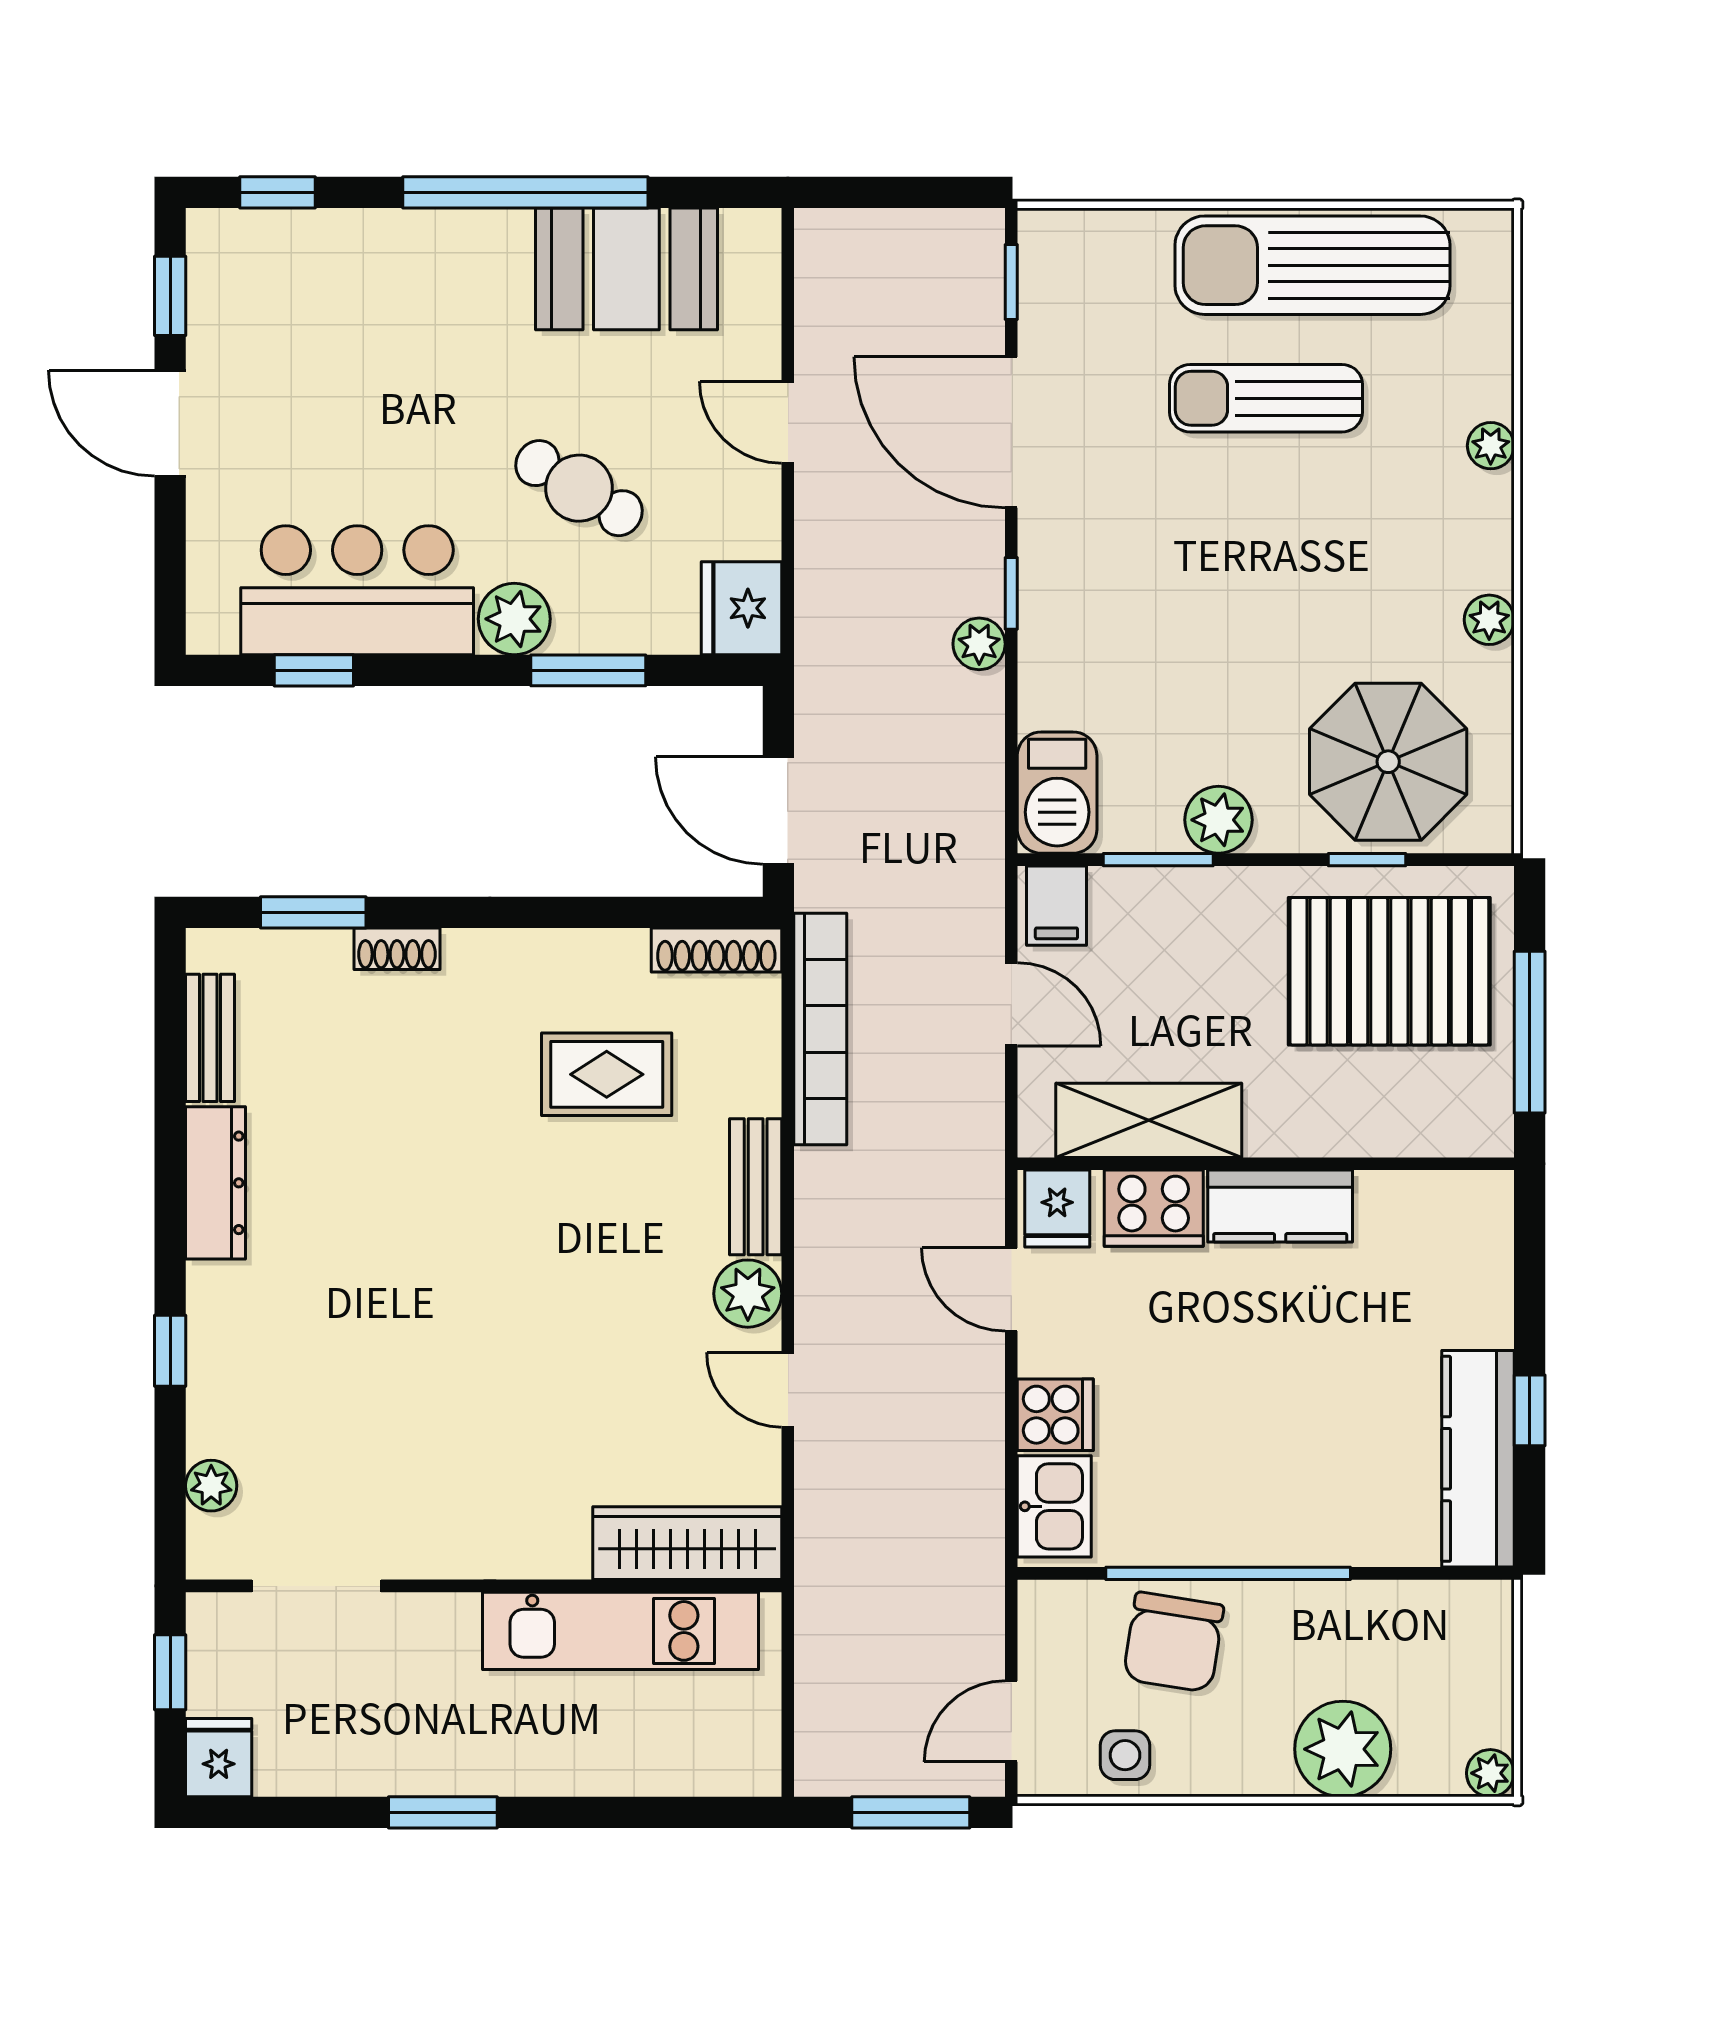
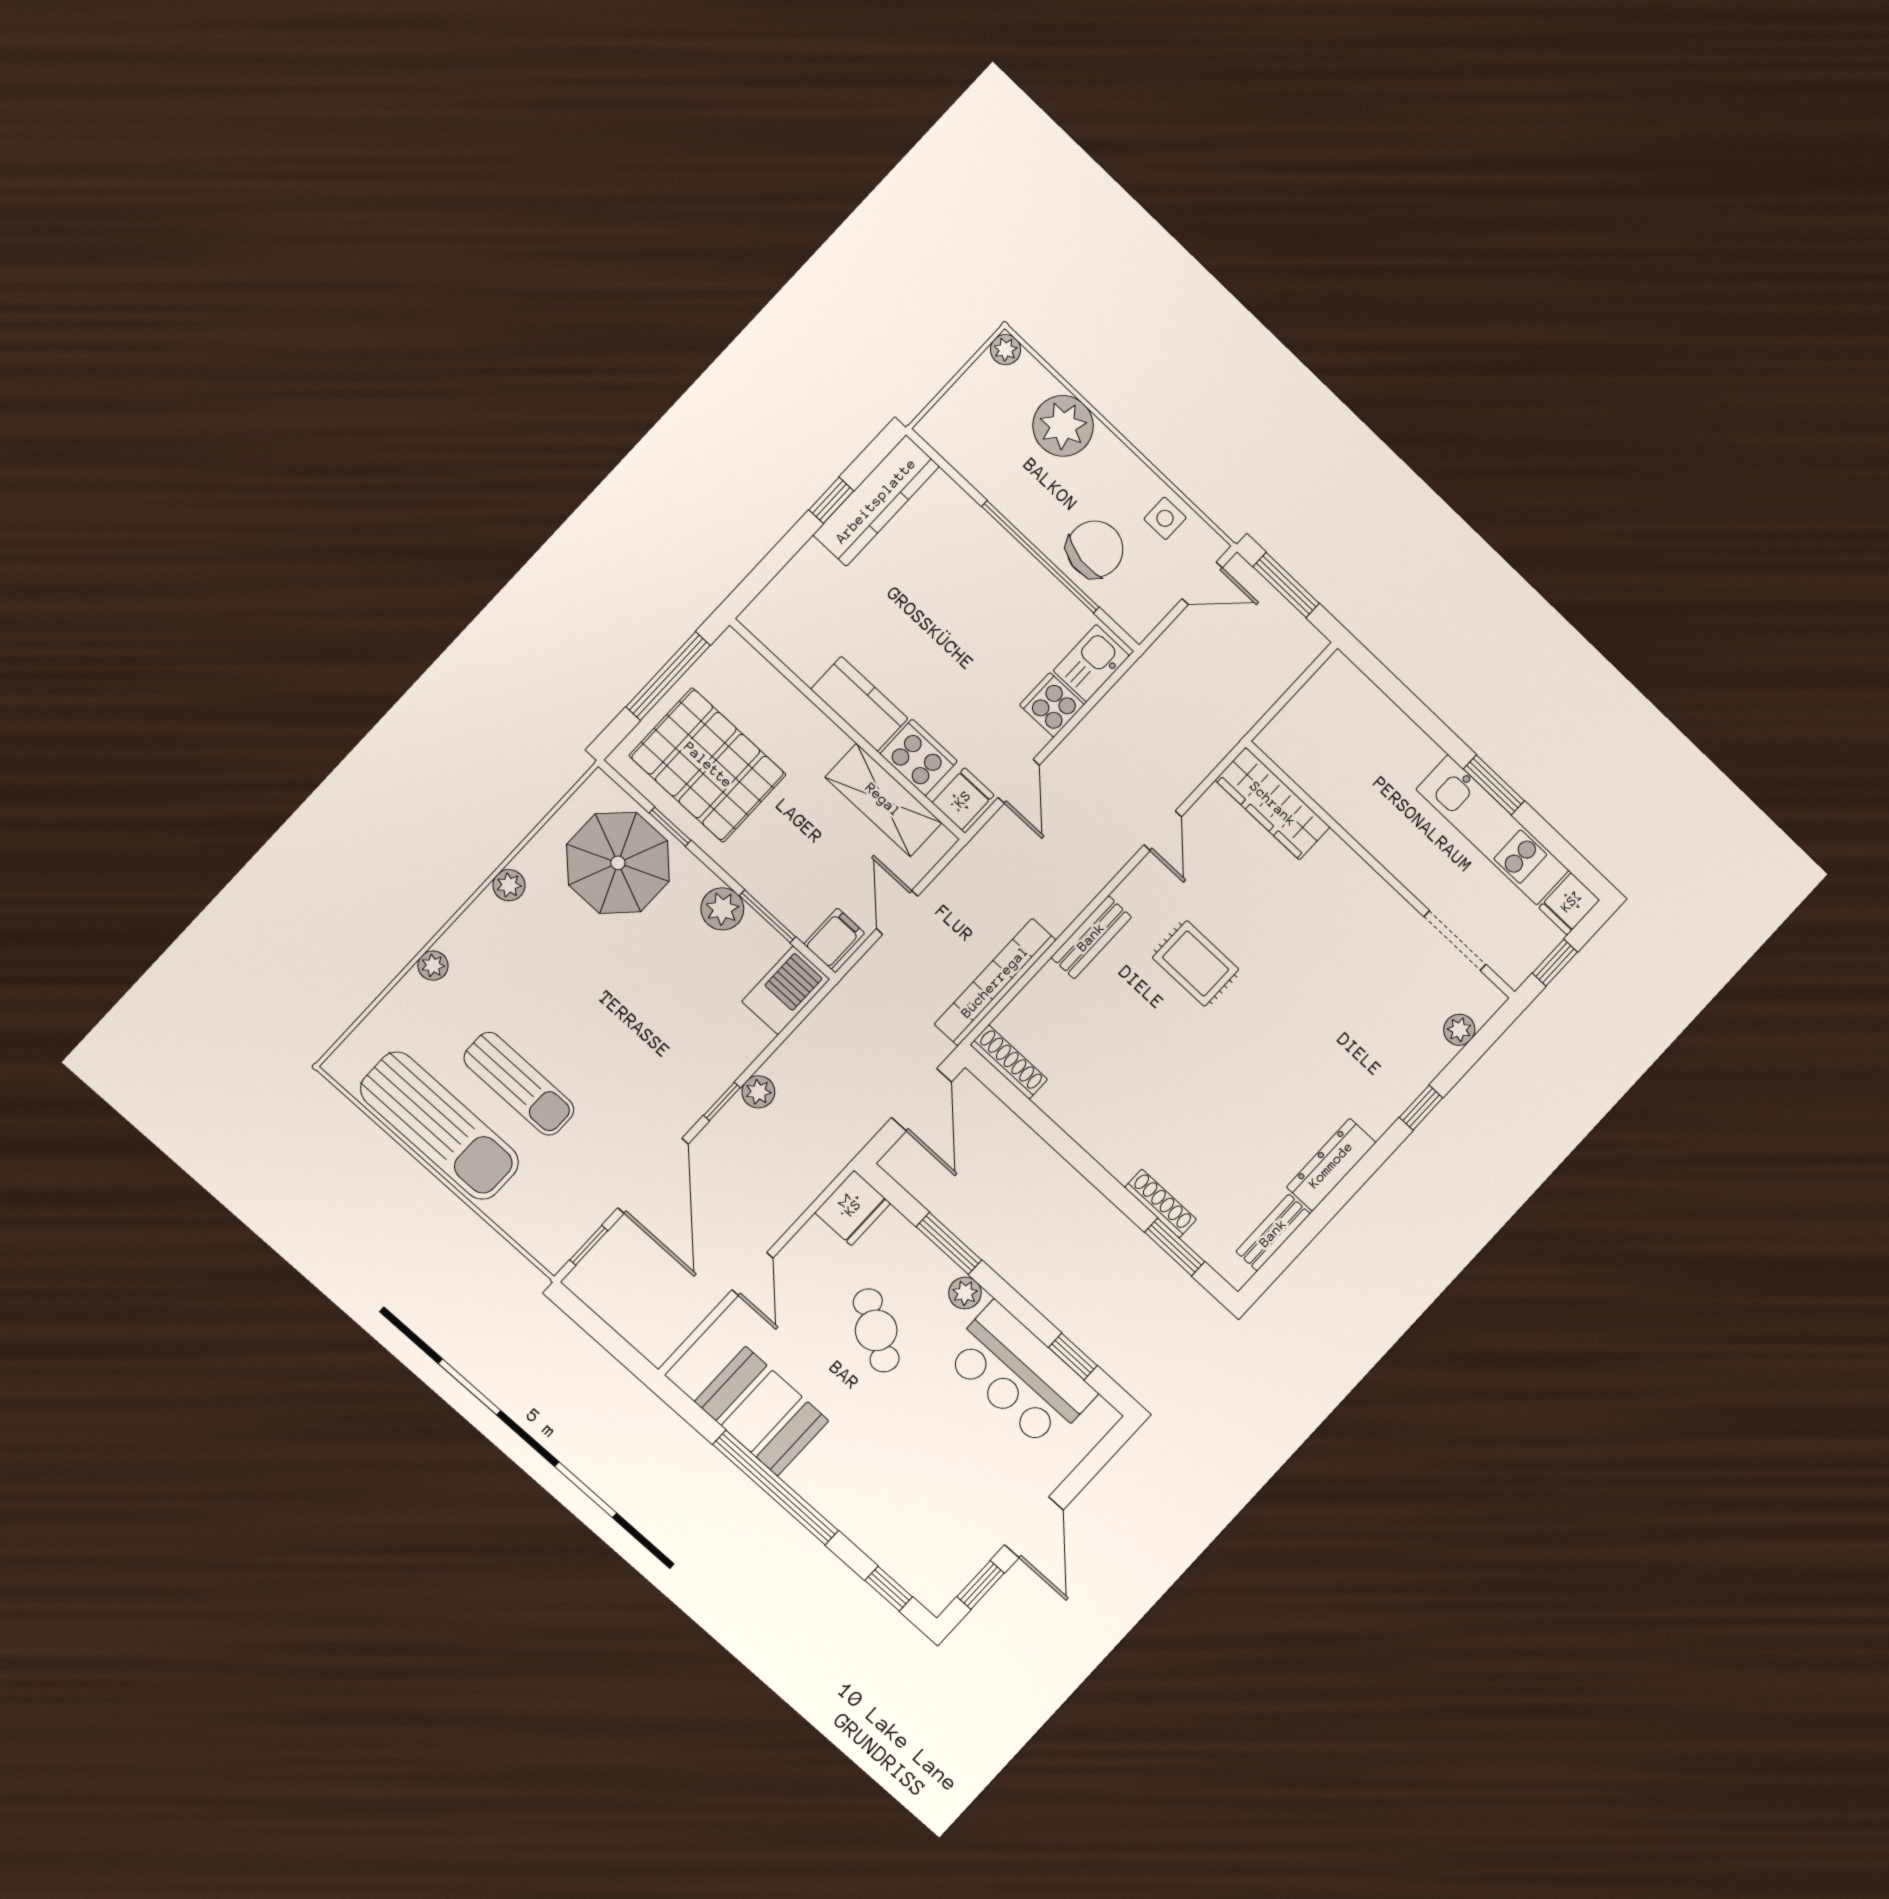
plant: (514, 619) -> (965, 1293), width x0.73, depth x0.73
shoe rack: (397, 949) -> (1161, 1203), width x1.43
rug: (607, 1074) -> (1196, 963), moved
plant: (748, 1294) -> (1140, 892), removed
kitchen unit: (621, 1631) -> (1493, 830), moved, turned 180

